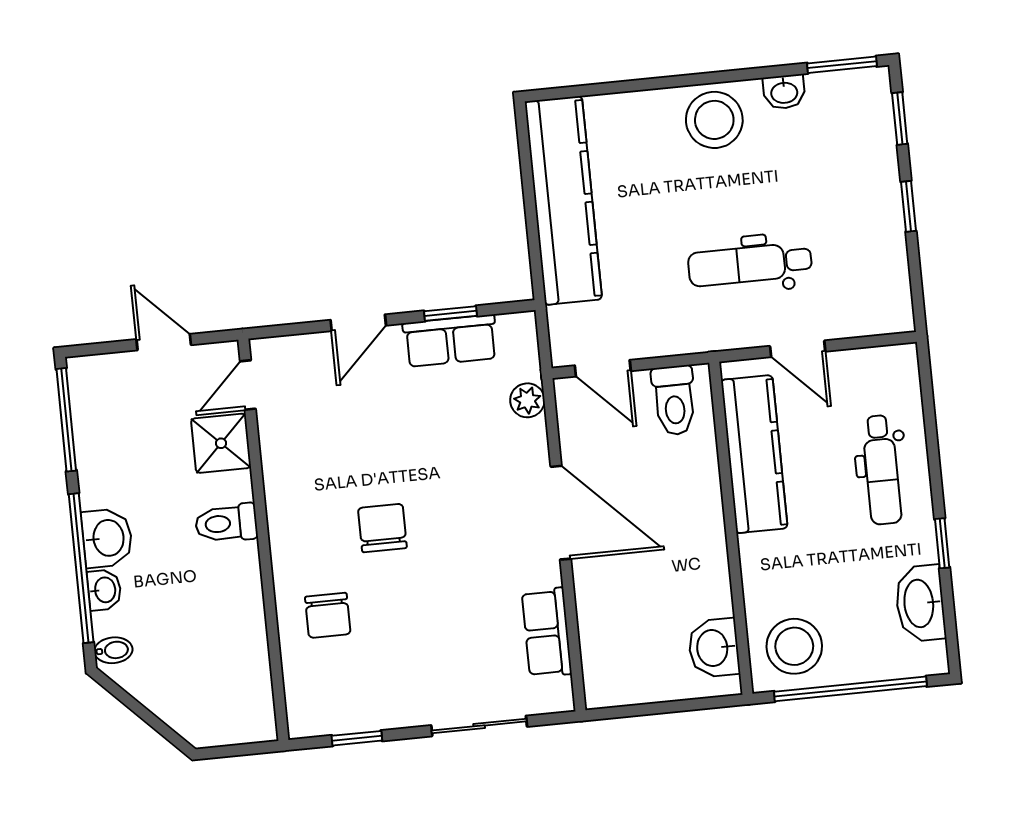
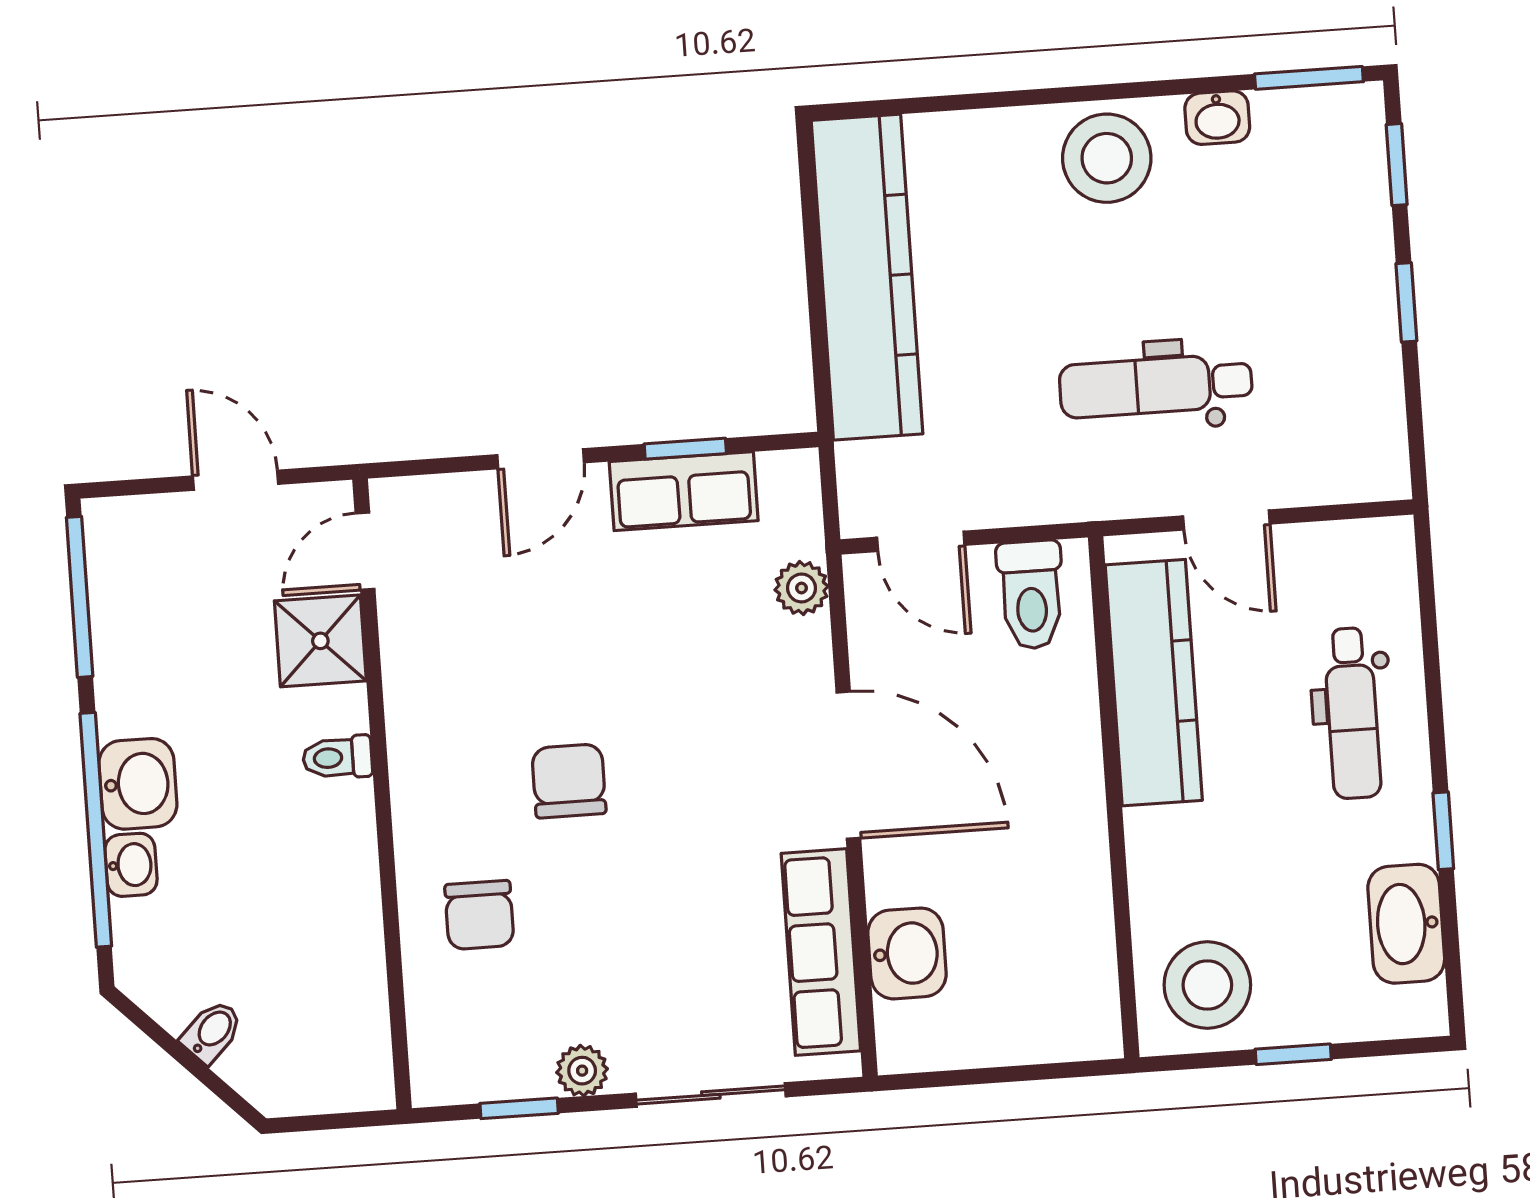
toilet: (226, 523) -> (338, 757), width x0.73, depth x0.72
row of seats: (547, 633) -> (821, 952), width x1.48
washbasin: (714, 648) -> (907, 953), moved, turned 180
bidet: (113, 650) -> (212, 1032), moved, turned -45
window: (850, 689) -> (1293, 1054), width x0.32
plant: (396, 713) -> (582, 1071), added

